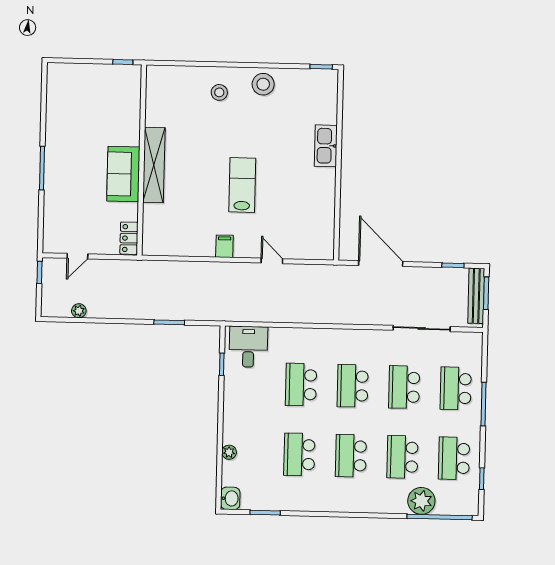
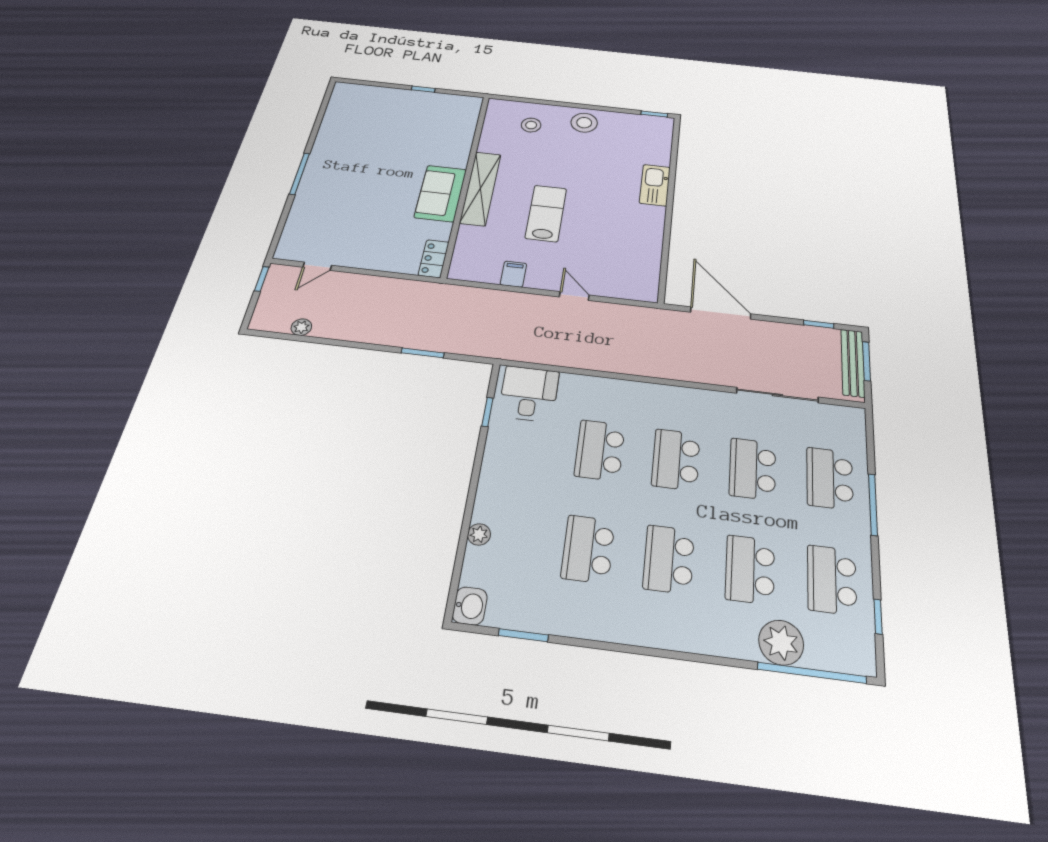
wall: (142, 160) -> (466, 182), moved
shelving: (154, 165) -> (481, 188), moved
sofa: (123, 174) -> (441, 193), moved
locker: (129, 238) -> (434, 259), moved

